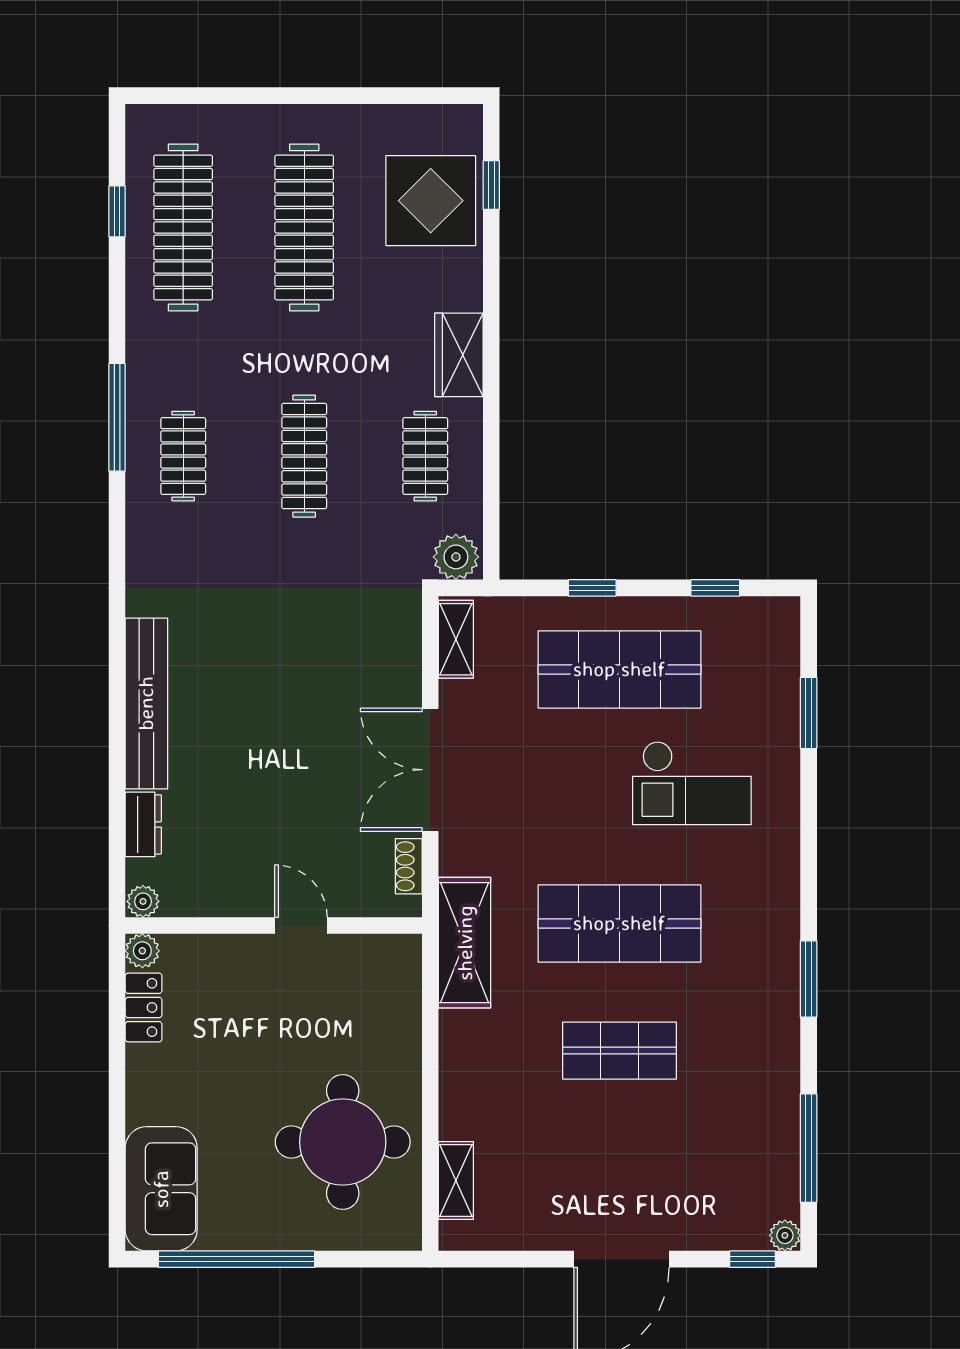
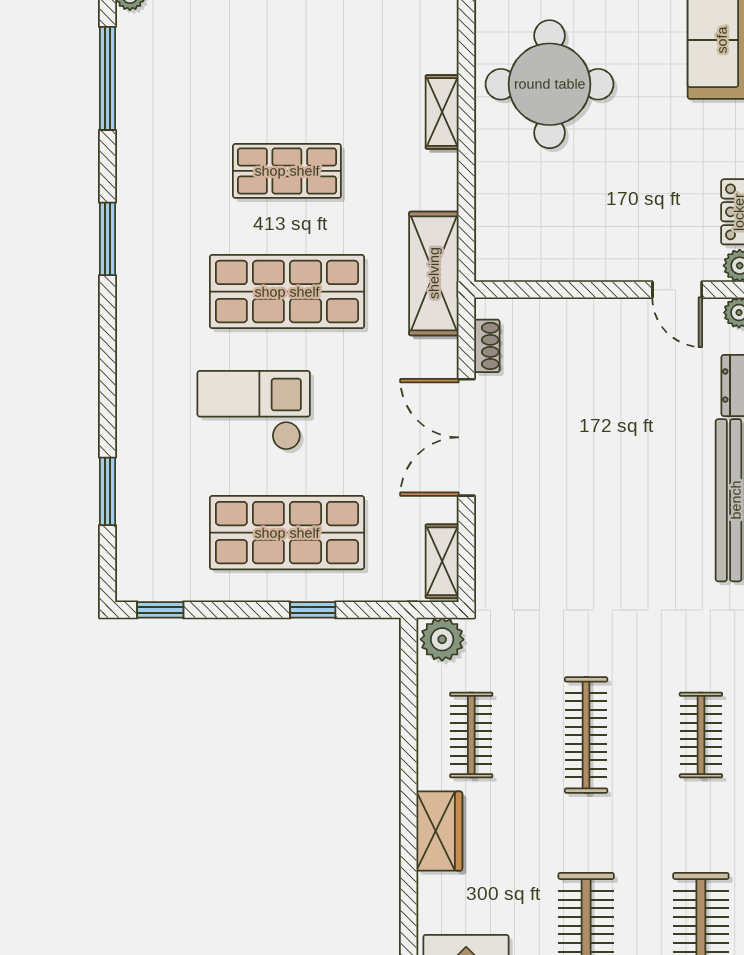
window: (715, 588) -> (160, 610), moved
double door: (430, 770) -> (466, 437), swing flipped
checkout: (692, 783) -> (254, 410), moved
door: (301, 926) -> (677, 290), moved
shelving: (456, 1180) -> (442, 112), moved

